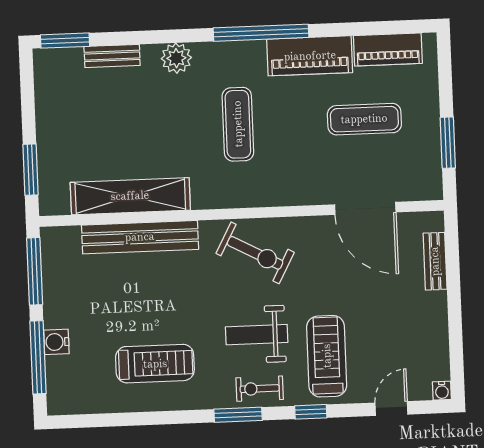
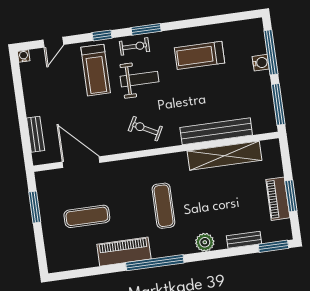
piano: (388, 49) -> (278, 199), moved, turned -90
window: (31, 170) -> (291, 196), moved
exercise bike: (255, 253) -> (145, 129), width x0.73, depth x0.72

